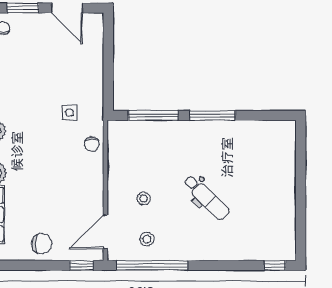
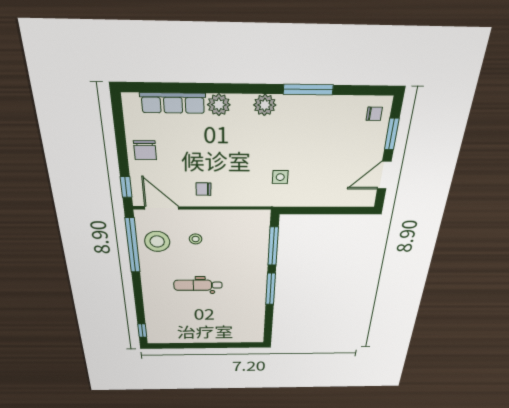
chair: (92, 144) -> (203, 189), moved
dental chair: (206, 198) -> (198, 285), turned 46
stool: (147, 239) -> (157, 241), width x1.89, depth x1.89

